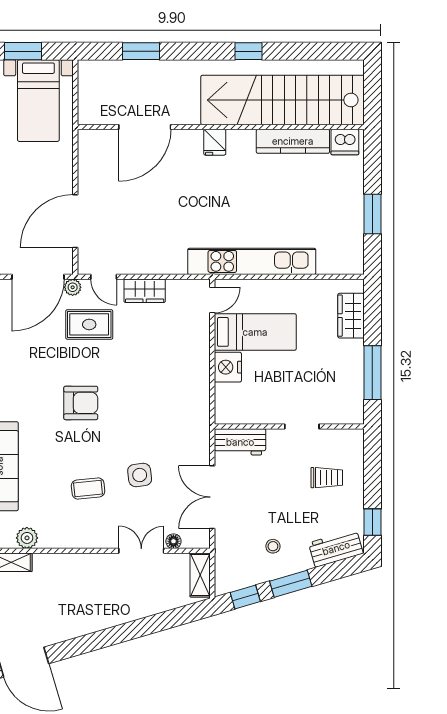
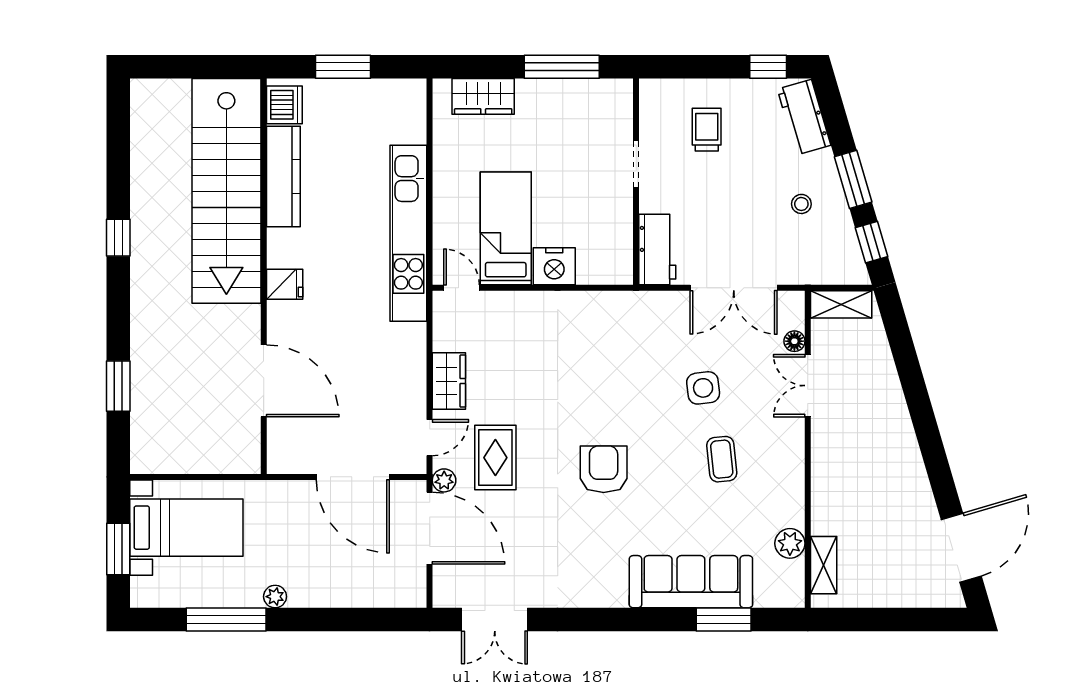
stairs: (282, 100) -> (226, 191), moved
door: (145, 127) -> (264, 381), moved
wall: (221, 127) -> (264, 276), moved
kitchen counter: (293, 141) -> (283, 176), moved
fridge: (215, 142) -> (285, 284), moved
dishwasher: (345, 142) -> (284, 105), moved

